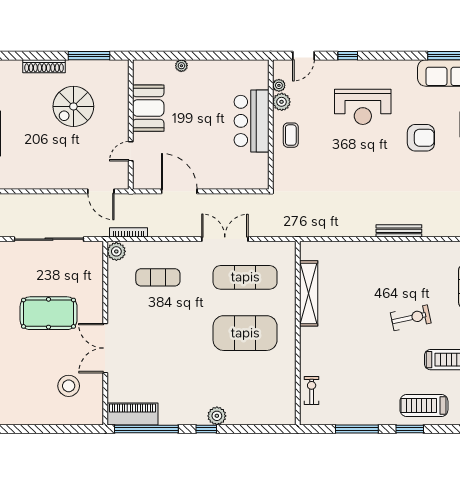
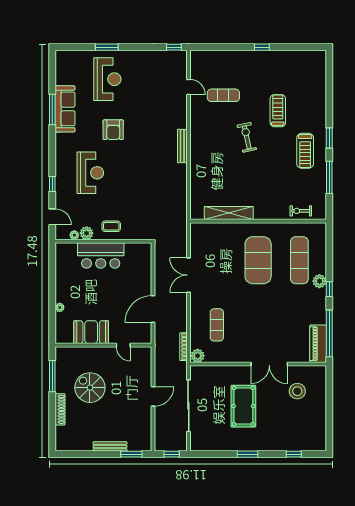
spiral stairs: (73, 106) -> (90, 388), turned 180
armchair: (421, 138) -> (113, 130), turned 180
door: (101, 191) -> (153, 396), moved
exercise mat: (245, 277) -> (299, 260), moved
treadmill: (424, 405) -> (305, 151), moved

